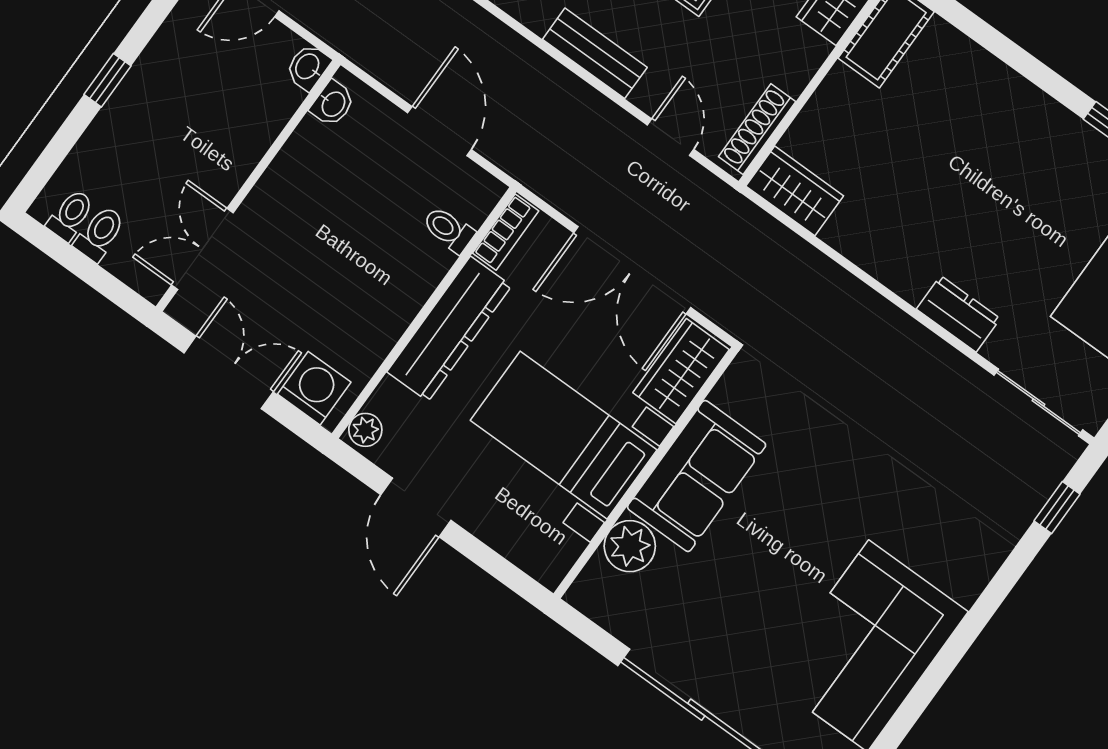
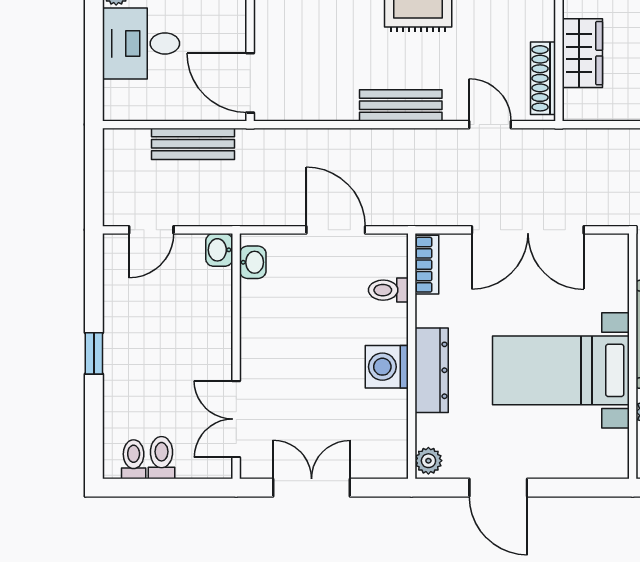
wardrobe: (795, 191) -> (582, 53), moved, turned 90
dresser: (449, 329) -> (432, 370), width x0.73, depth x0.80
wardrobe: (681, 371) -> (608, 273), removed
washing machine: (314, 388) -> (387, 367), moved, turned -90

